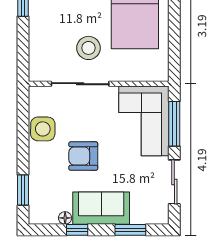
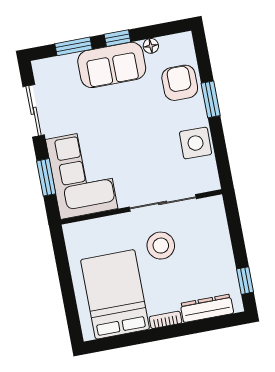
window: (174, 124) -> (46, 177), width x0.69
armchair: (83, 156) -> (180, 83), moved, turned -90
window: (23, 190) -> (211, 99), moved
window: (77, 230) -> (117, 38), moved

